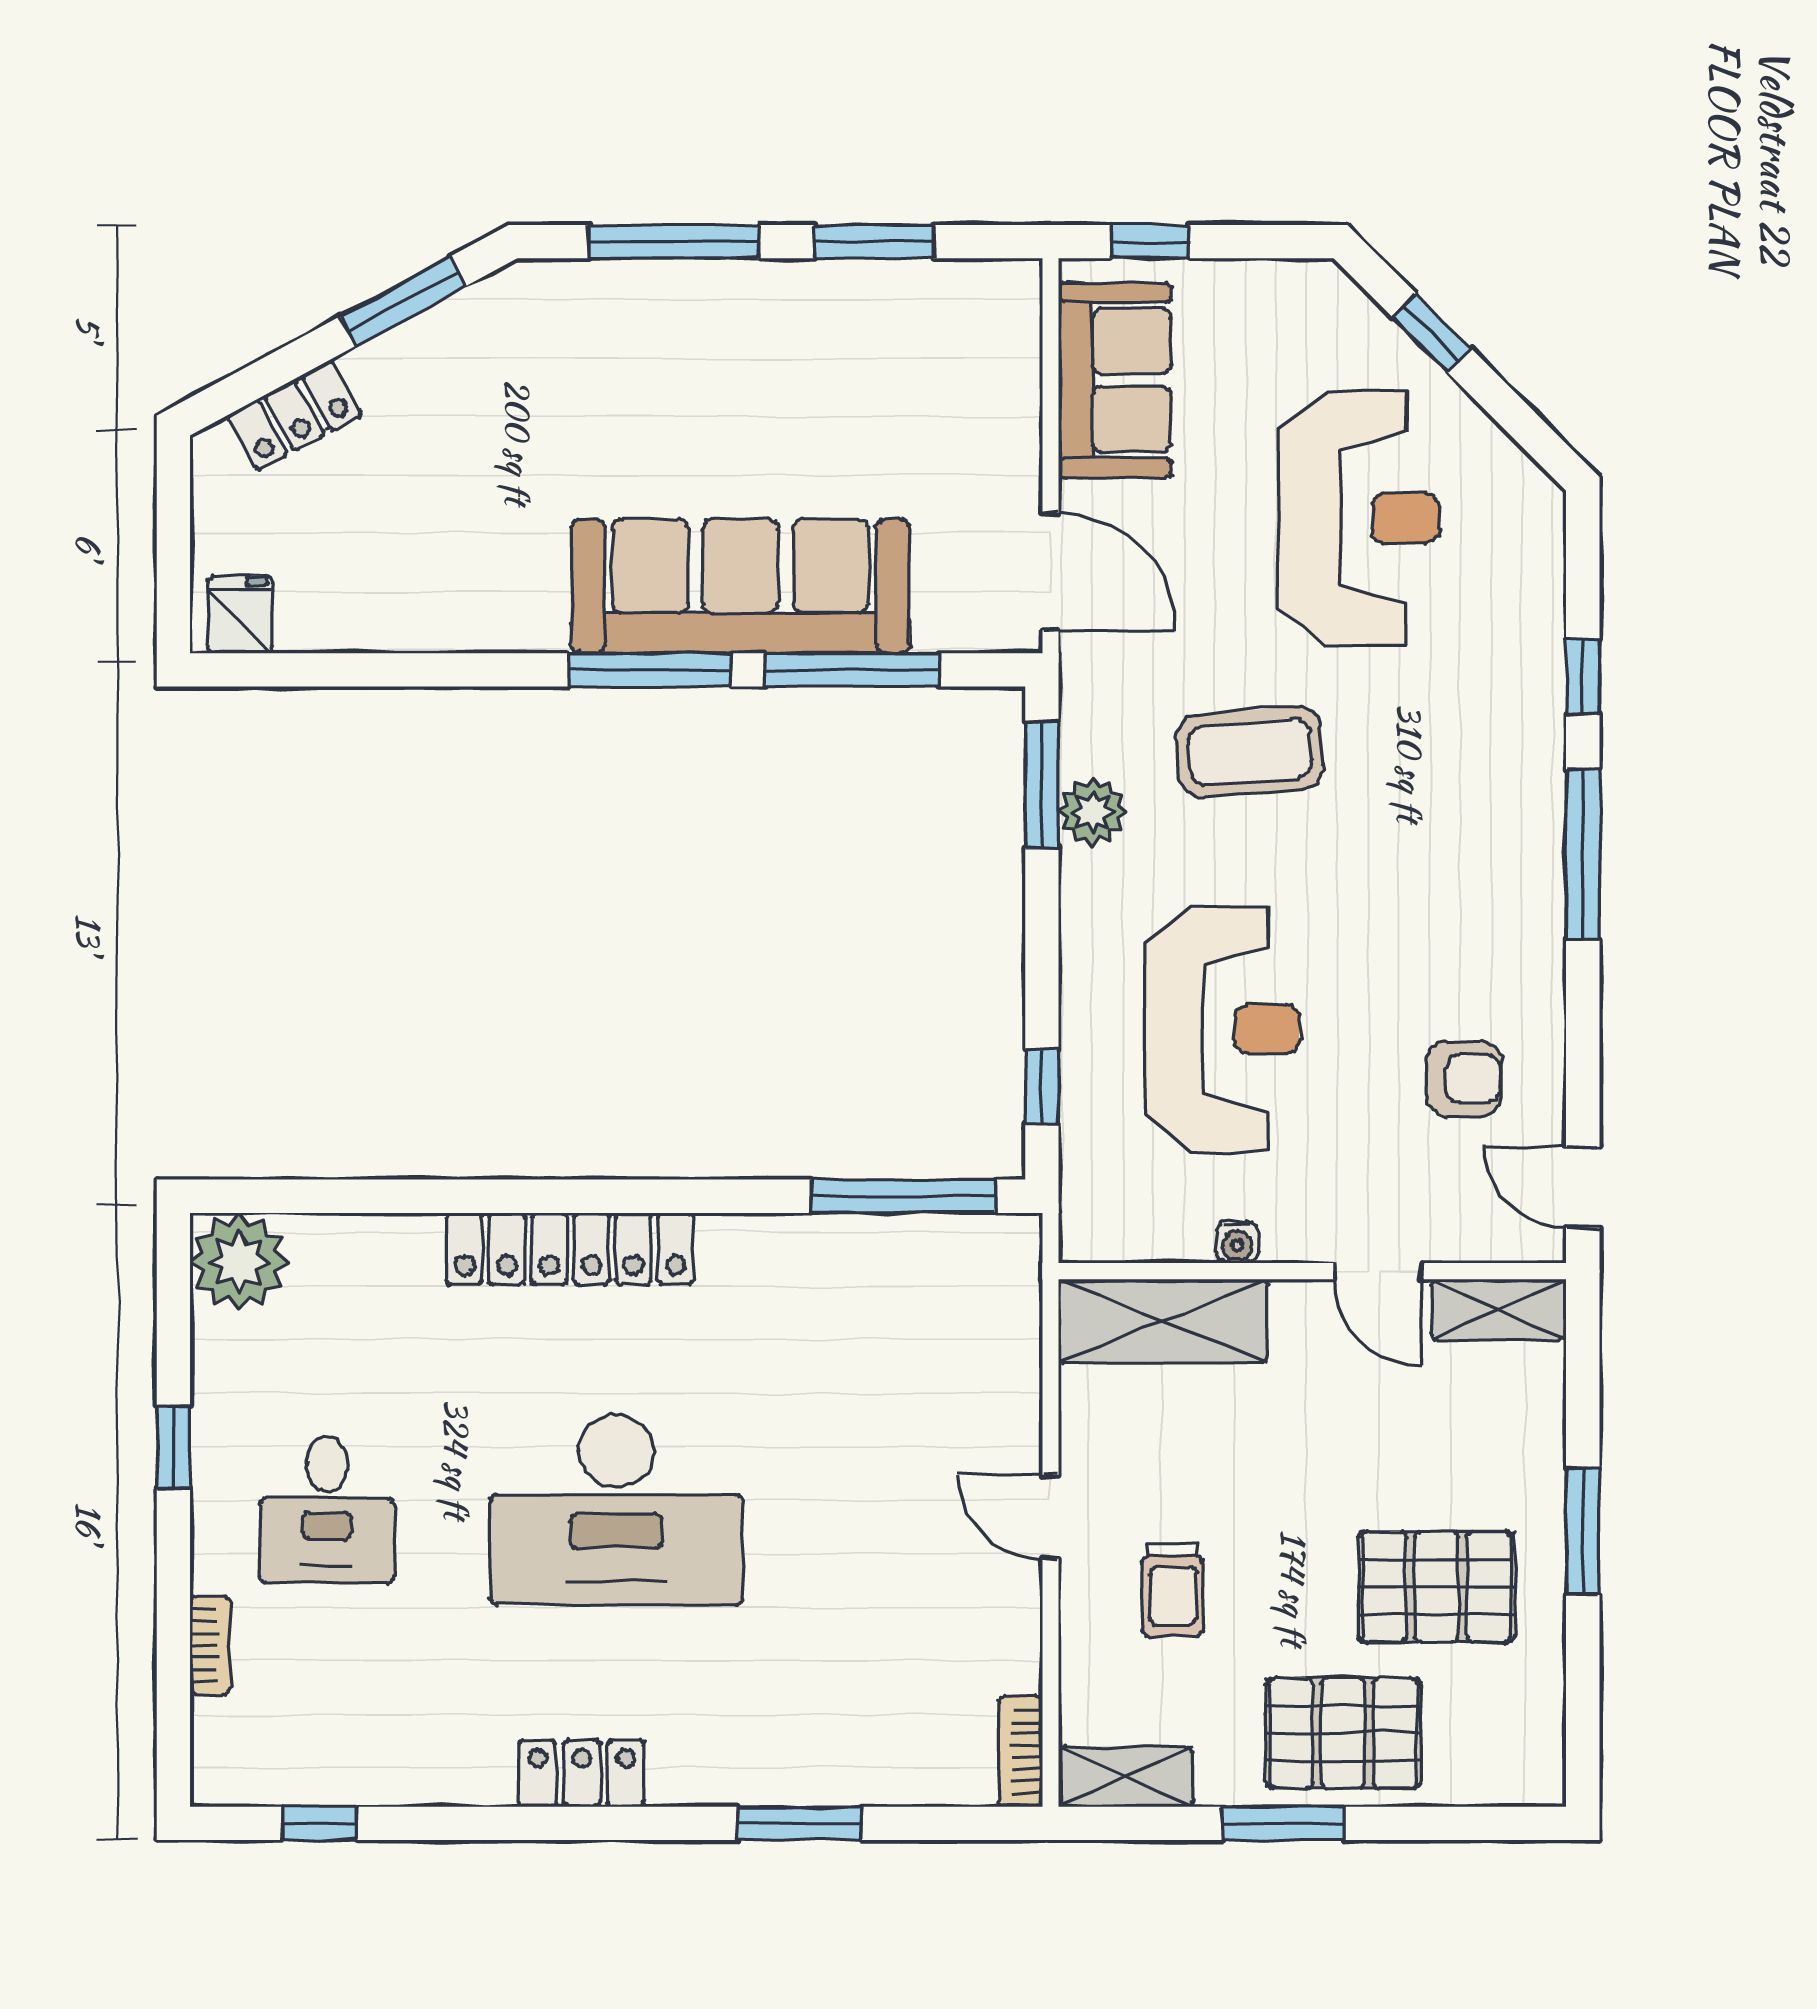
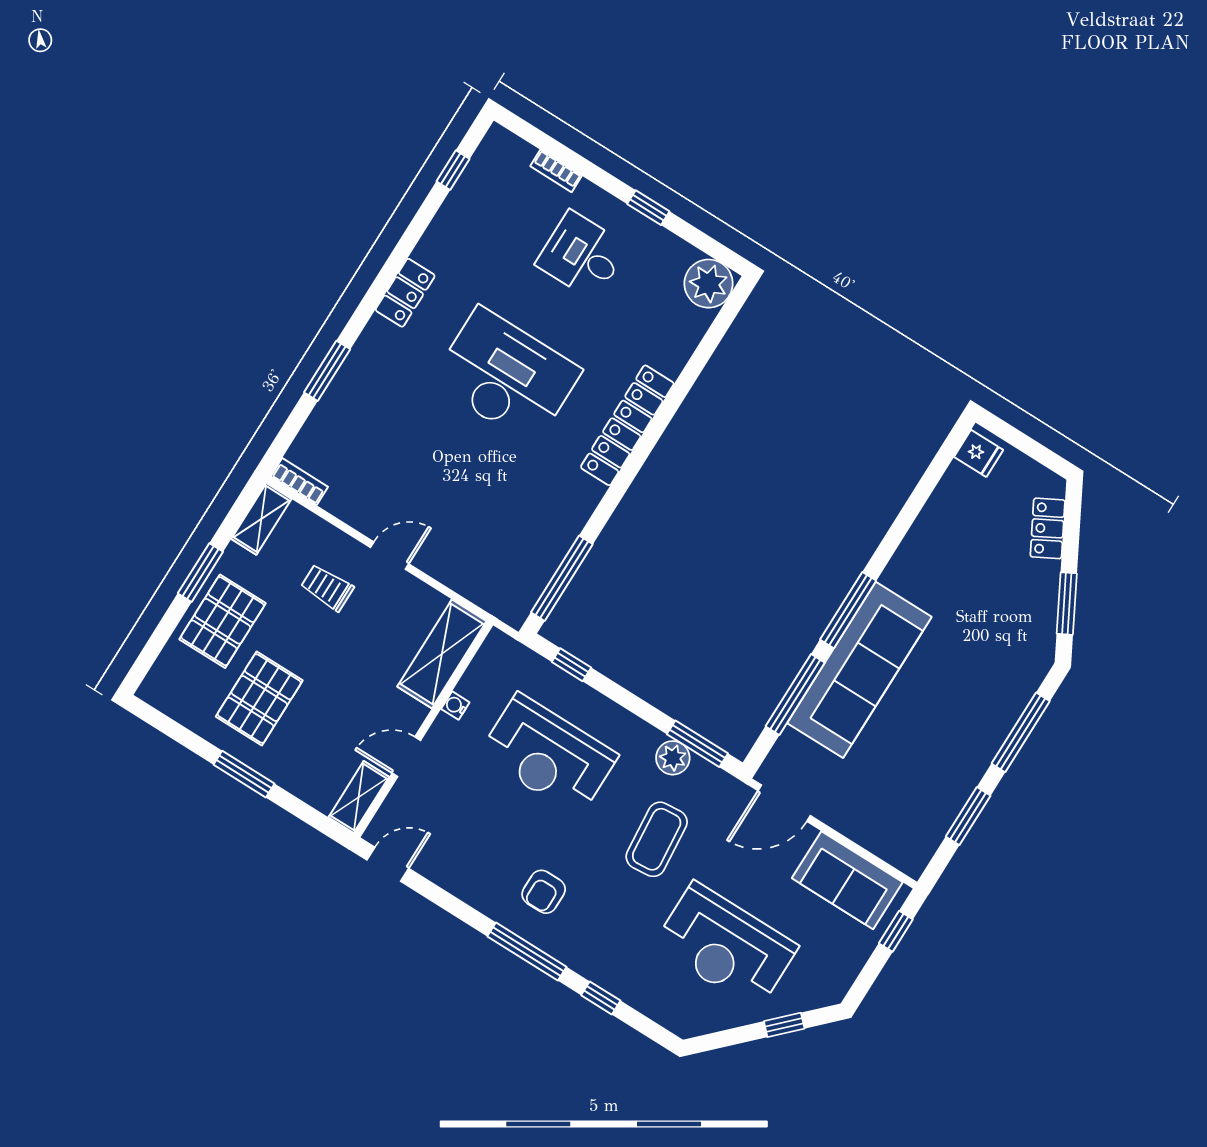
armchair: (1464, 1079) -> (544, 892), moved
desk: (616, 1510) -> (506, 376), turned 90

